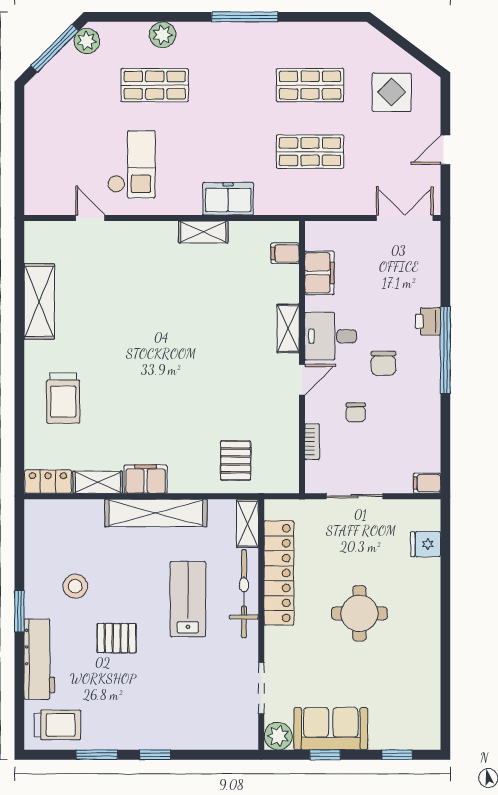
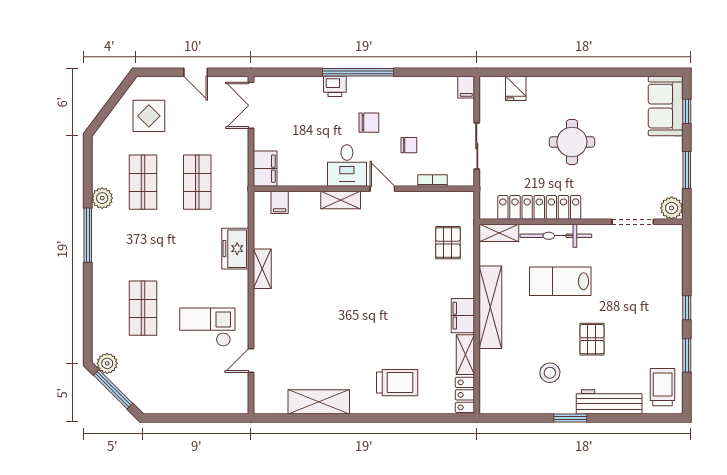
plant: (163, 35) -> (102, 198), moved
filing cabinet: (319, 273) -> (265, 169), moved, turned 90
pallet: (236, 461) -> (448, 243), turned 90
sofa: (331, 729) -> (666, 106), moved
window: (325, 755) -> (687, 170), width x1.50

